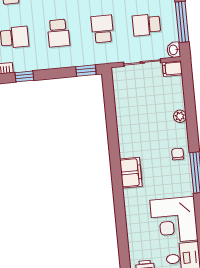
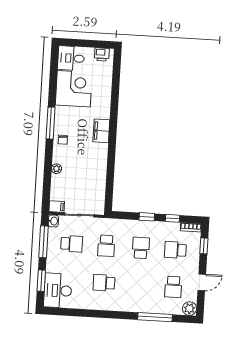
window: (86, 71) -> (147, 217), moved

